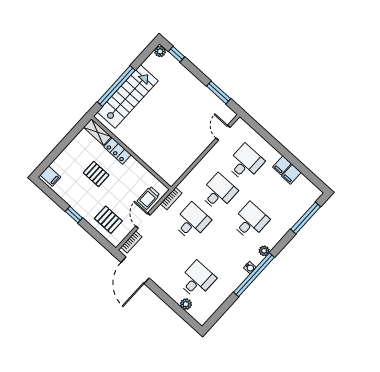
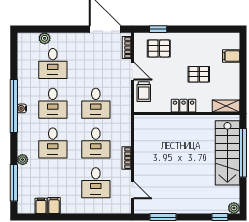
locker: (117, 151) -> (184, 106), moved
filing cabinet: (282, 165) -> (41, 206), moved
filing cabinet: (50, 176) -> (231, 56), moved
trolley: (148, 198) -> (144, 92), turned 180
bookcase: (171, 198) -> (127, 158), moved
window: (74, 215) -> (158, 29), moved
desk: (223, 251) -> (53, 103), added
plant: (264, 251) -> (23, 160), moved

